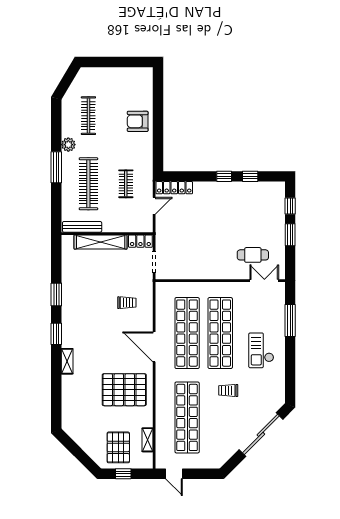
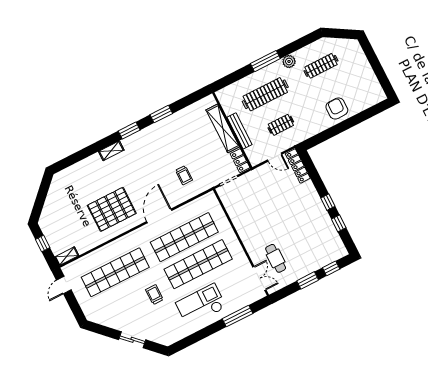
bench: (82, 227) -> (240, 131), moved
checkout: (261, 350) -> (201, 305), width x1.36, depth x1.21
pallet: (124, 390) -> (112, 209), turned 90
sliding door: (261, 434) -> (132, 340), width x0.54
shelving: (147, 440) -> (67, 256), moved
pallet: (118, 447) -> (62, 229), removed

